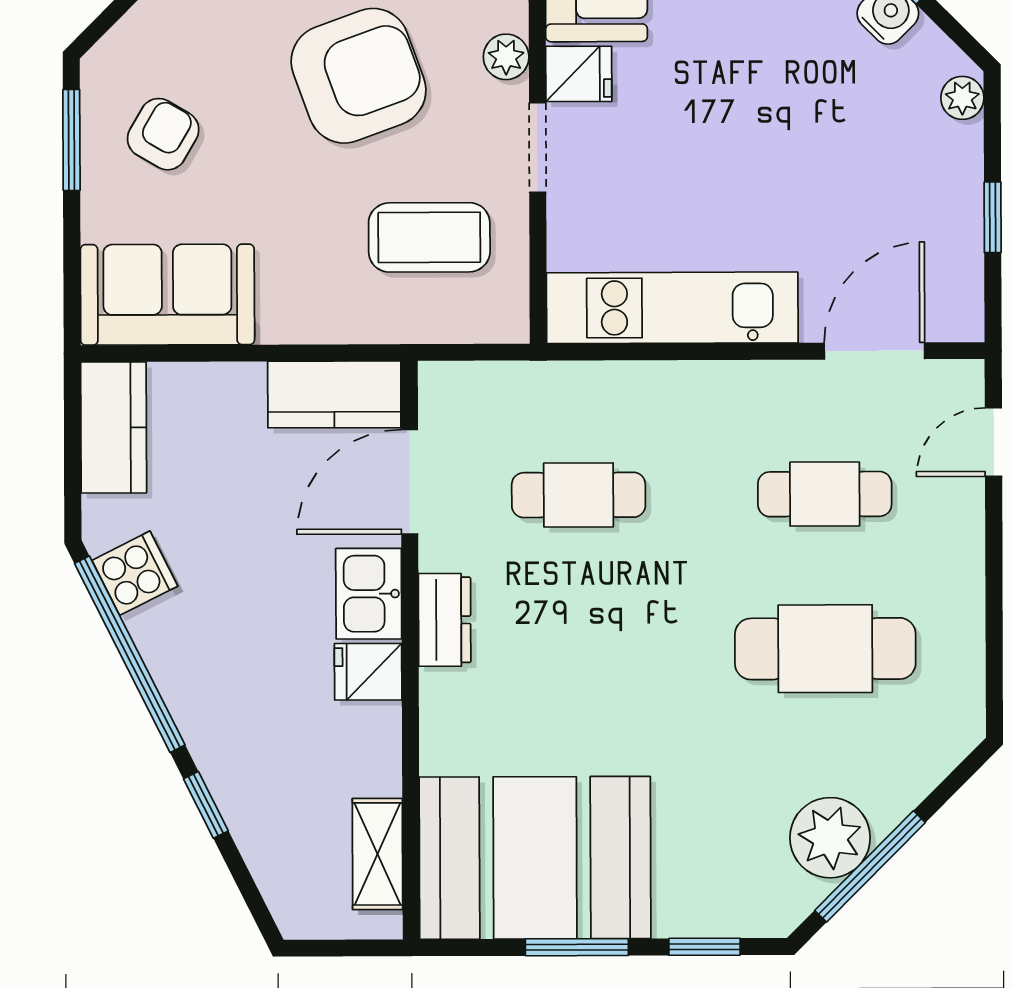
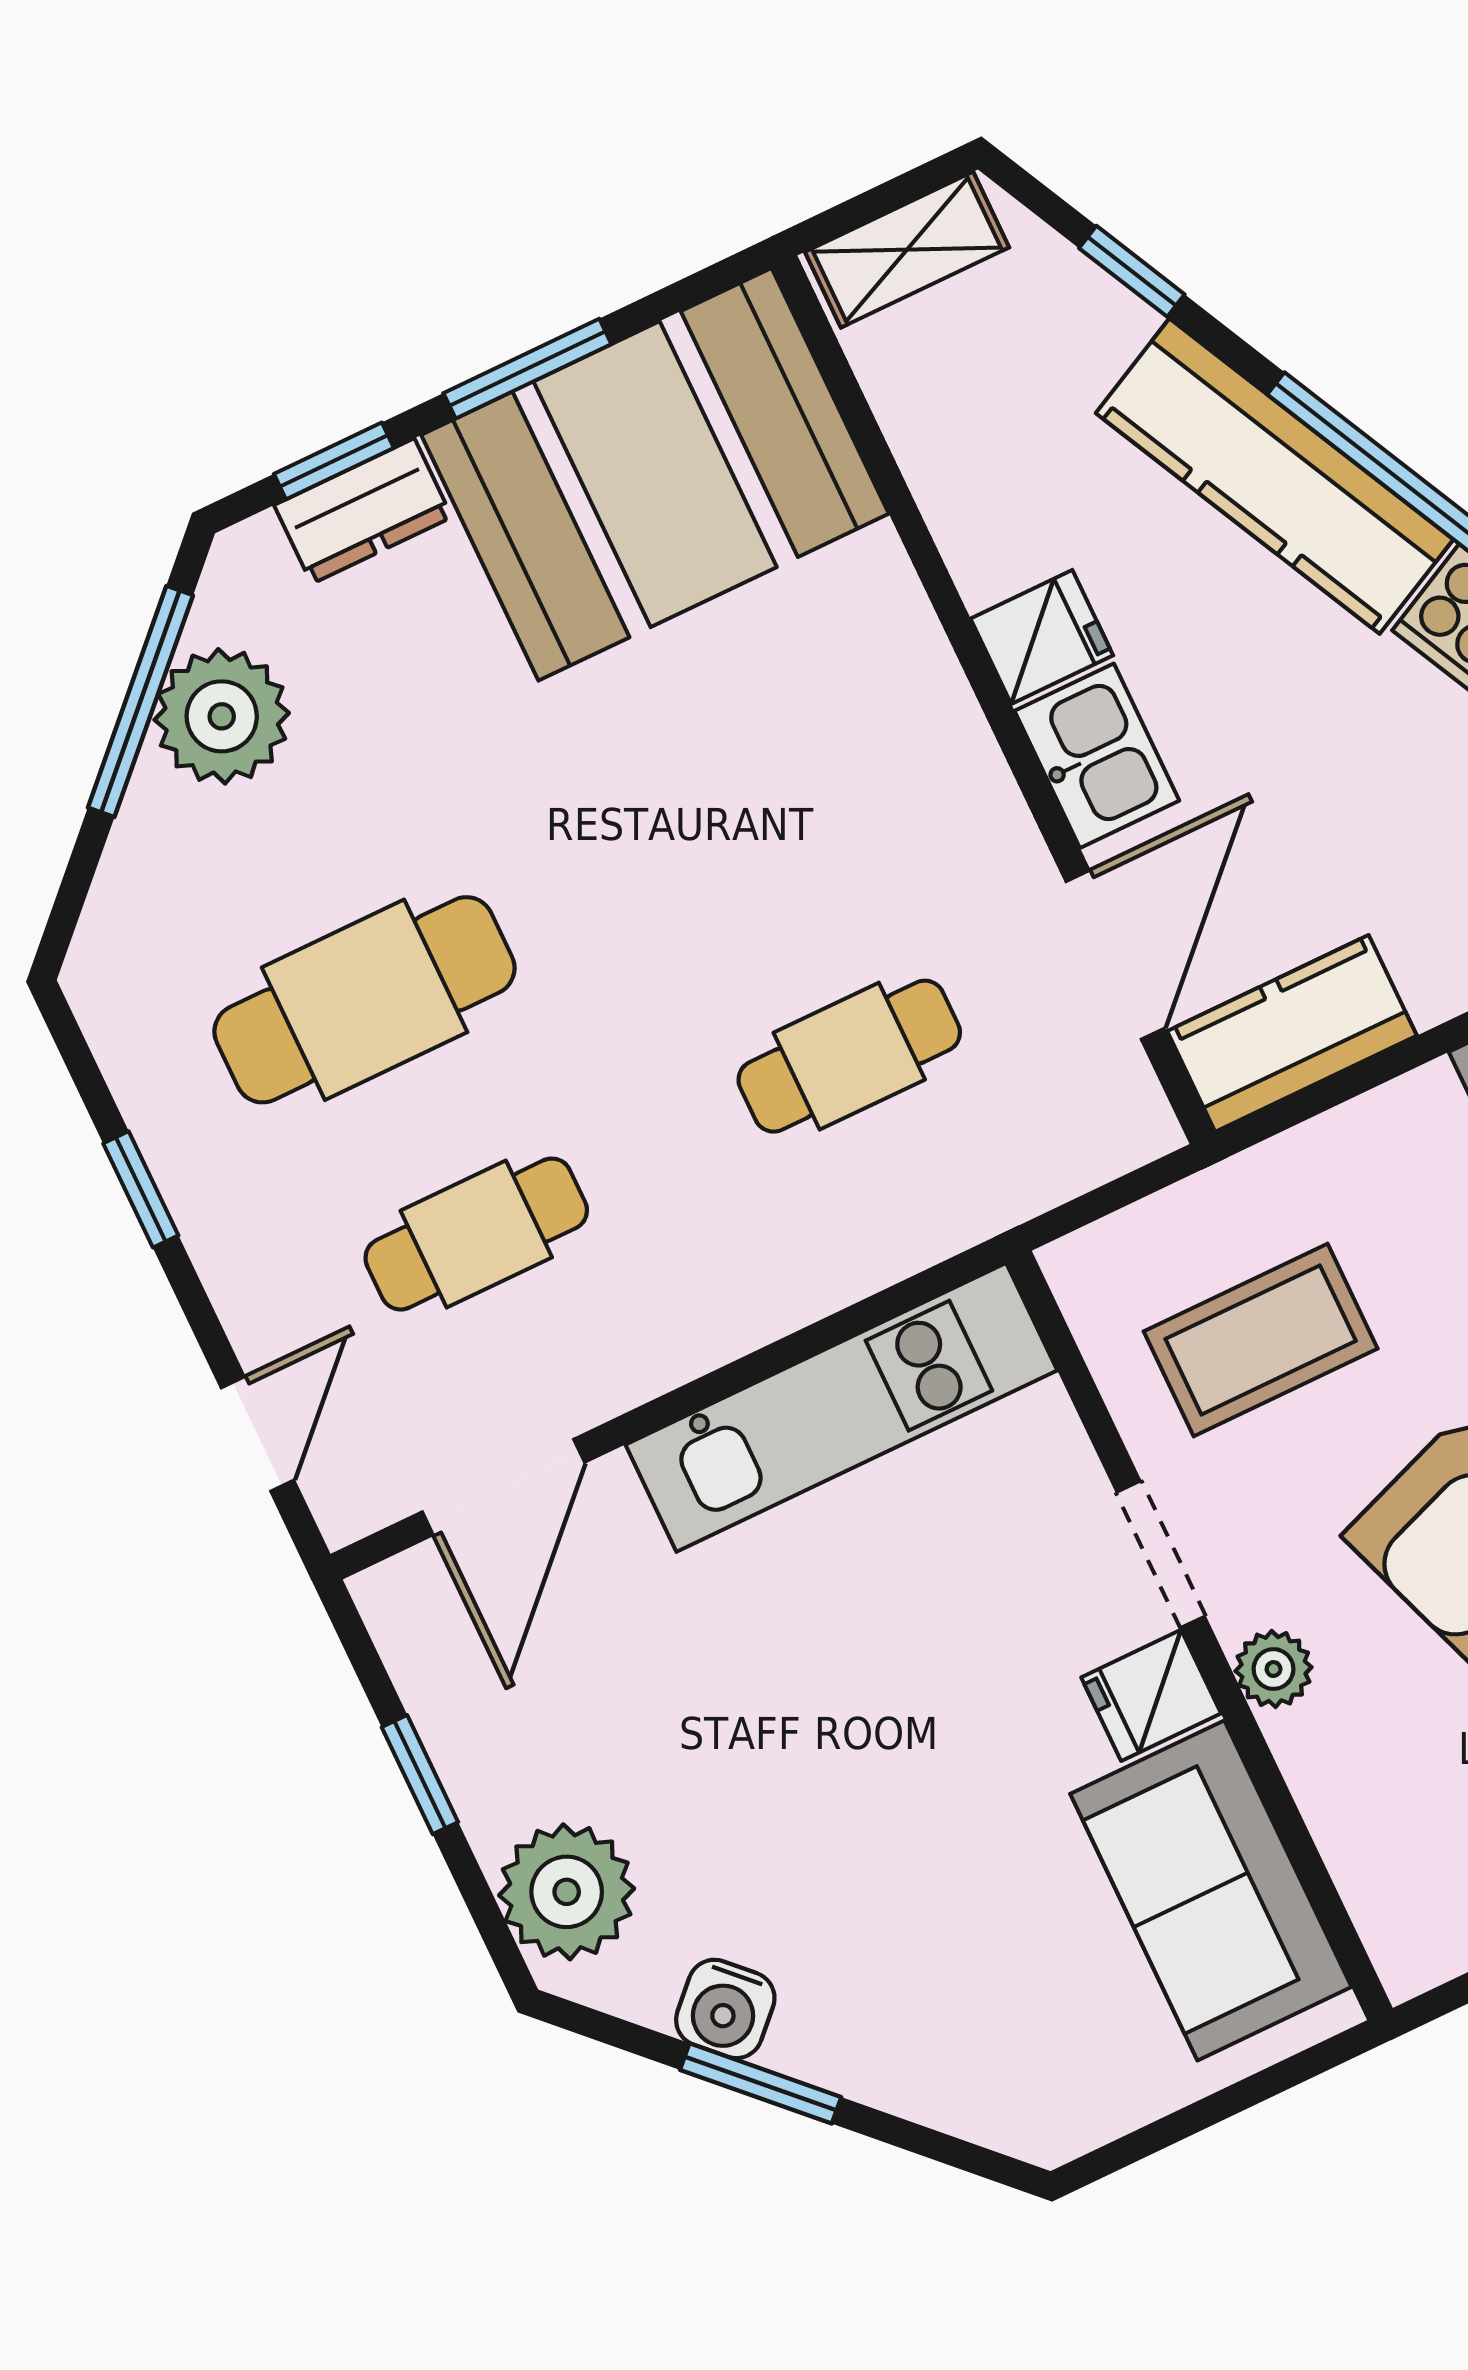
plant: (962, 98) -> (567, 1892), width x1.88, depth x1.88
window: (994, 604) -> (141, 1189), added
dresser: (445, 620) -> (363, 511), moved, turned -90
kitchen counter: (202, 699) -> (1274, 476), added
window: (206, 805) -> (1132, 271), moved
shelving: (377, 854) -> (907, 250), moved, turned 90

